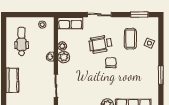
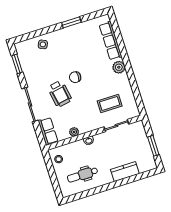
sliding door: (99, 15) -> (30, 104), width x1.37
coffee table: (130, 39) -> (110, 103), moved
plant: (64, 57) -> (85, 127), removed

